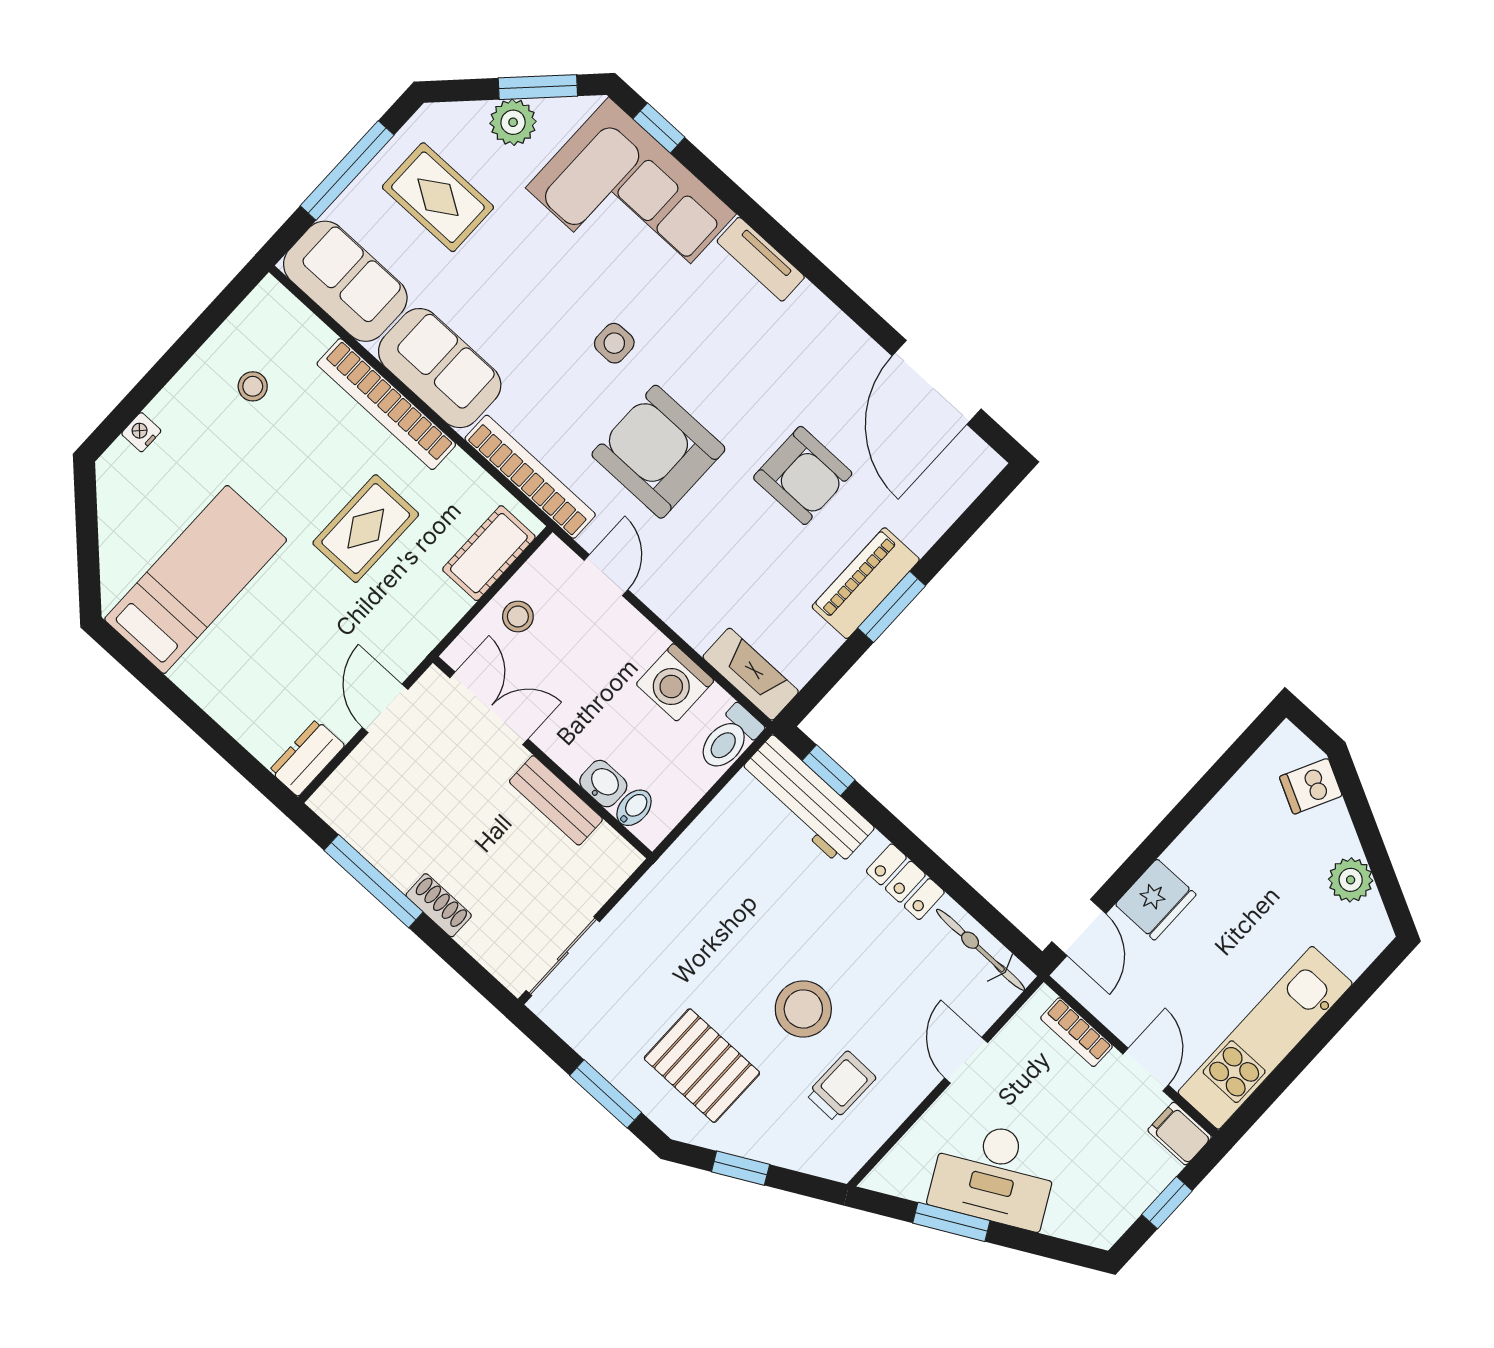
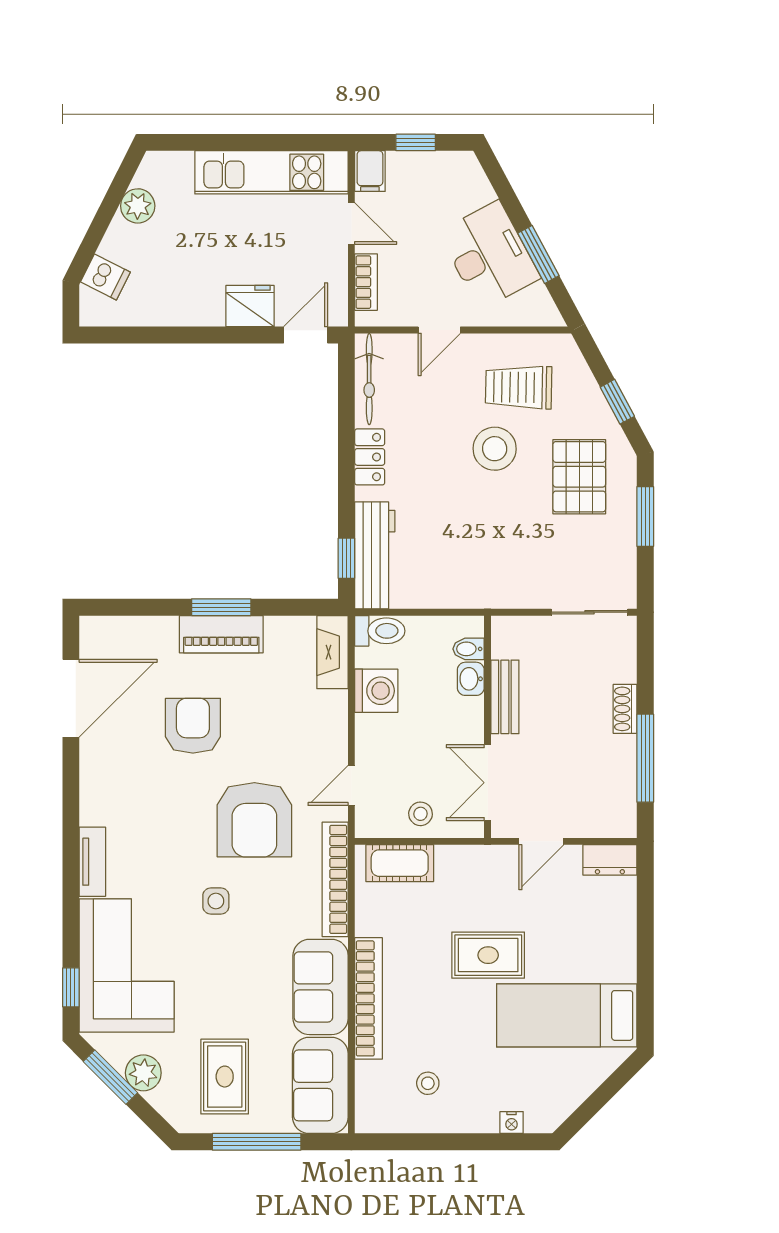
rug: (366, 529) -> (488, 955), moved
door: (1146, 1070) -> (351, 224), swing flipped
trolley: (841, 1086) -> (519, 387), width x1.36, depth x1.39

